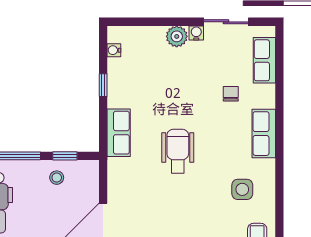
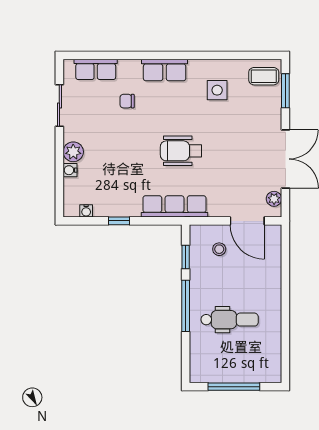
water cooler: (196, 33) -> (70, 170), moved
row of seats: (119, 133) -> (175, 206), width x1.48
stool: (57, 178) -> (219, 249), moved

